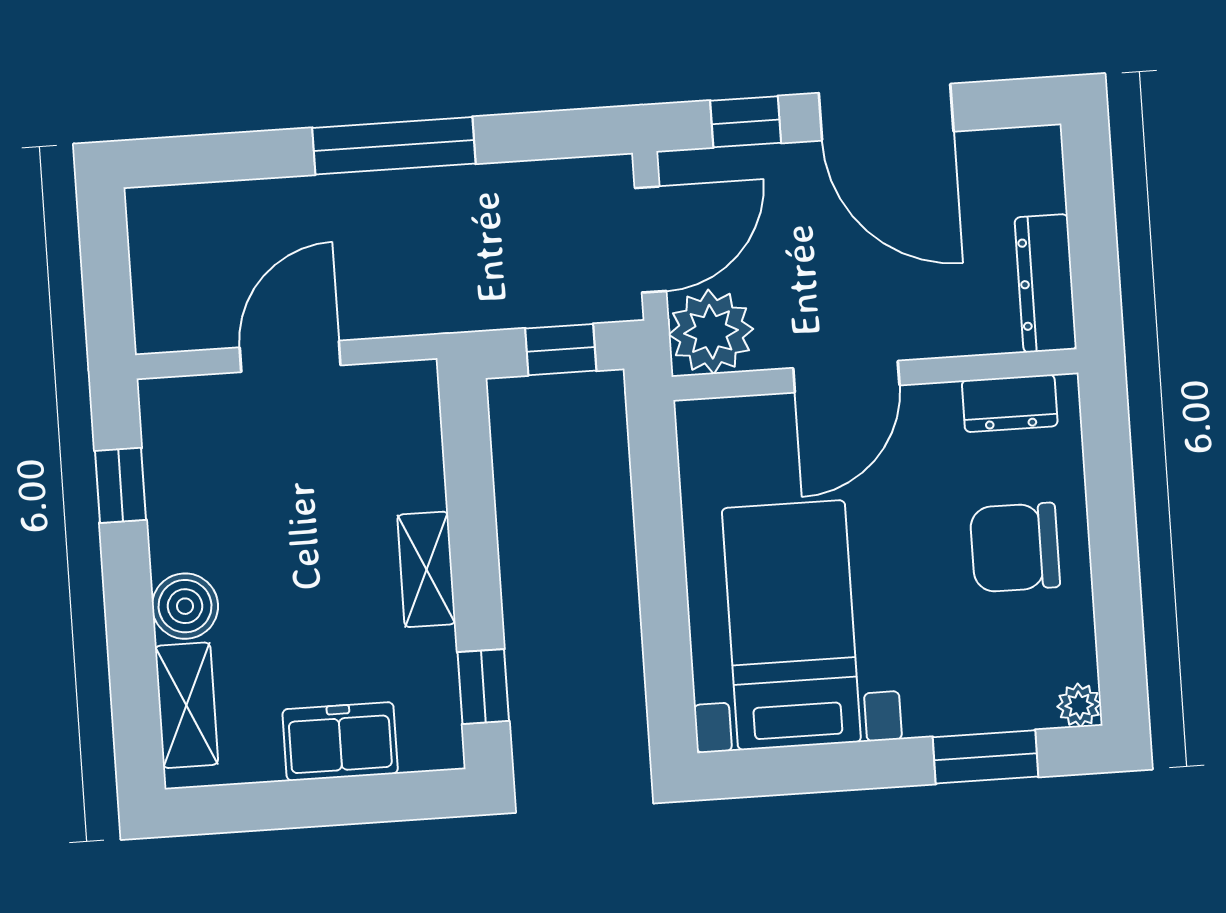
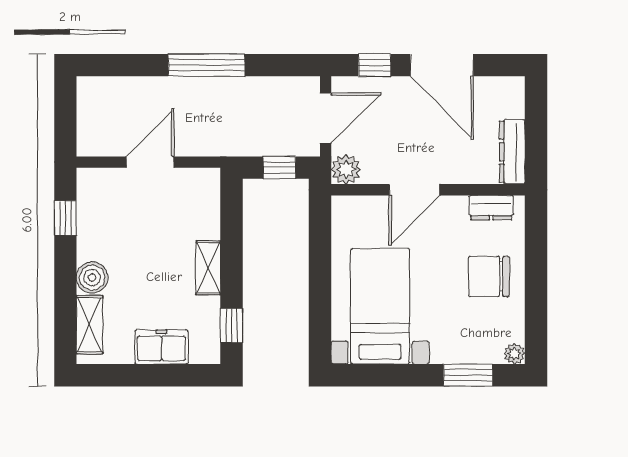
plant: (711, 332) -> (346, 169), width x0.73, depth x0.73

